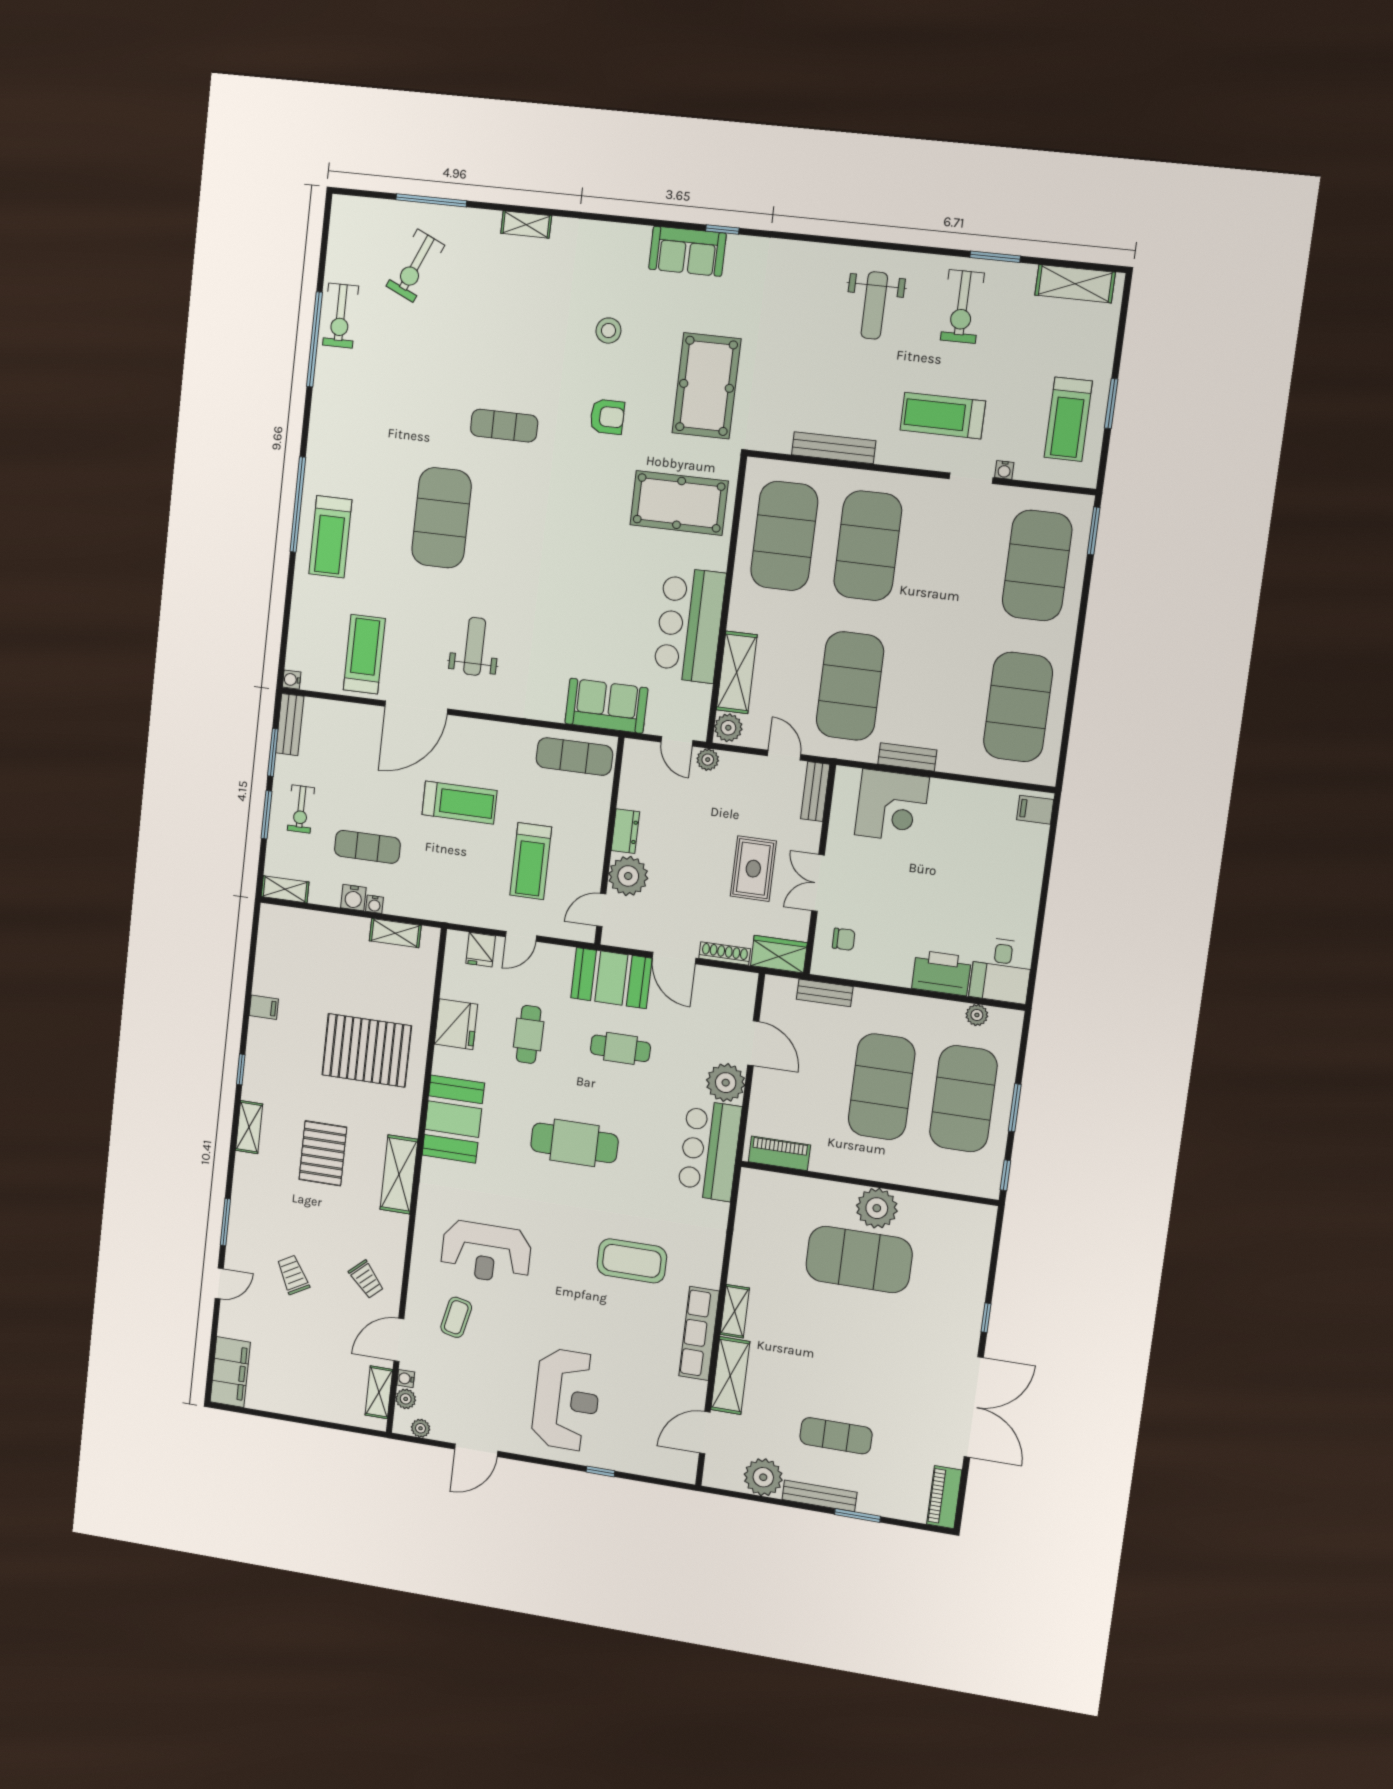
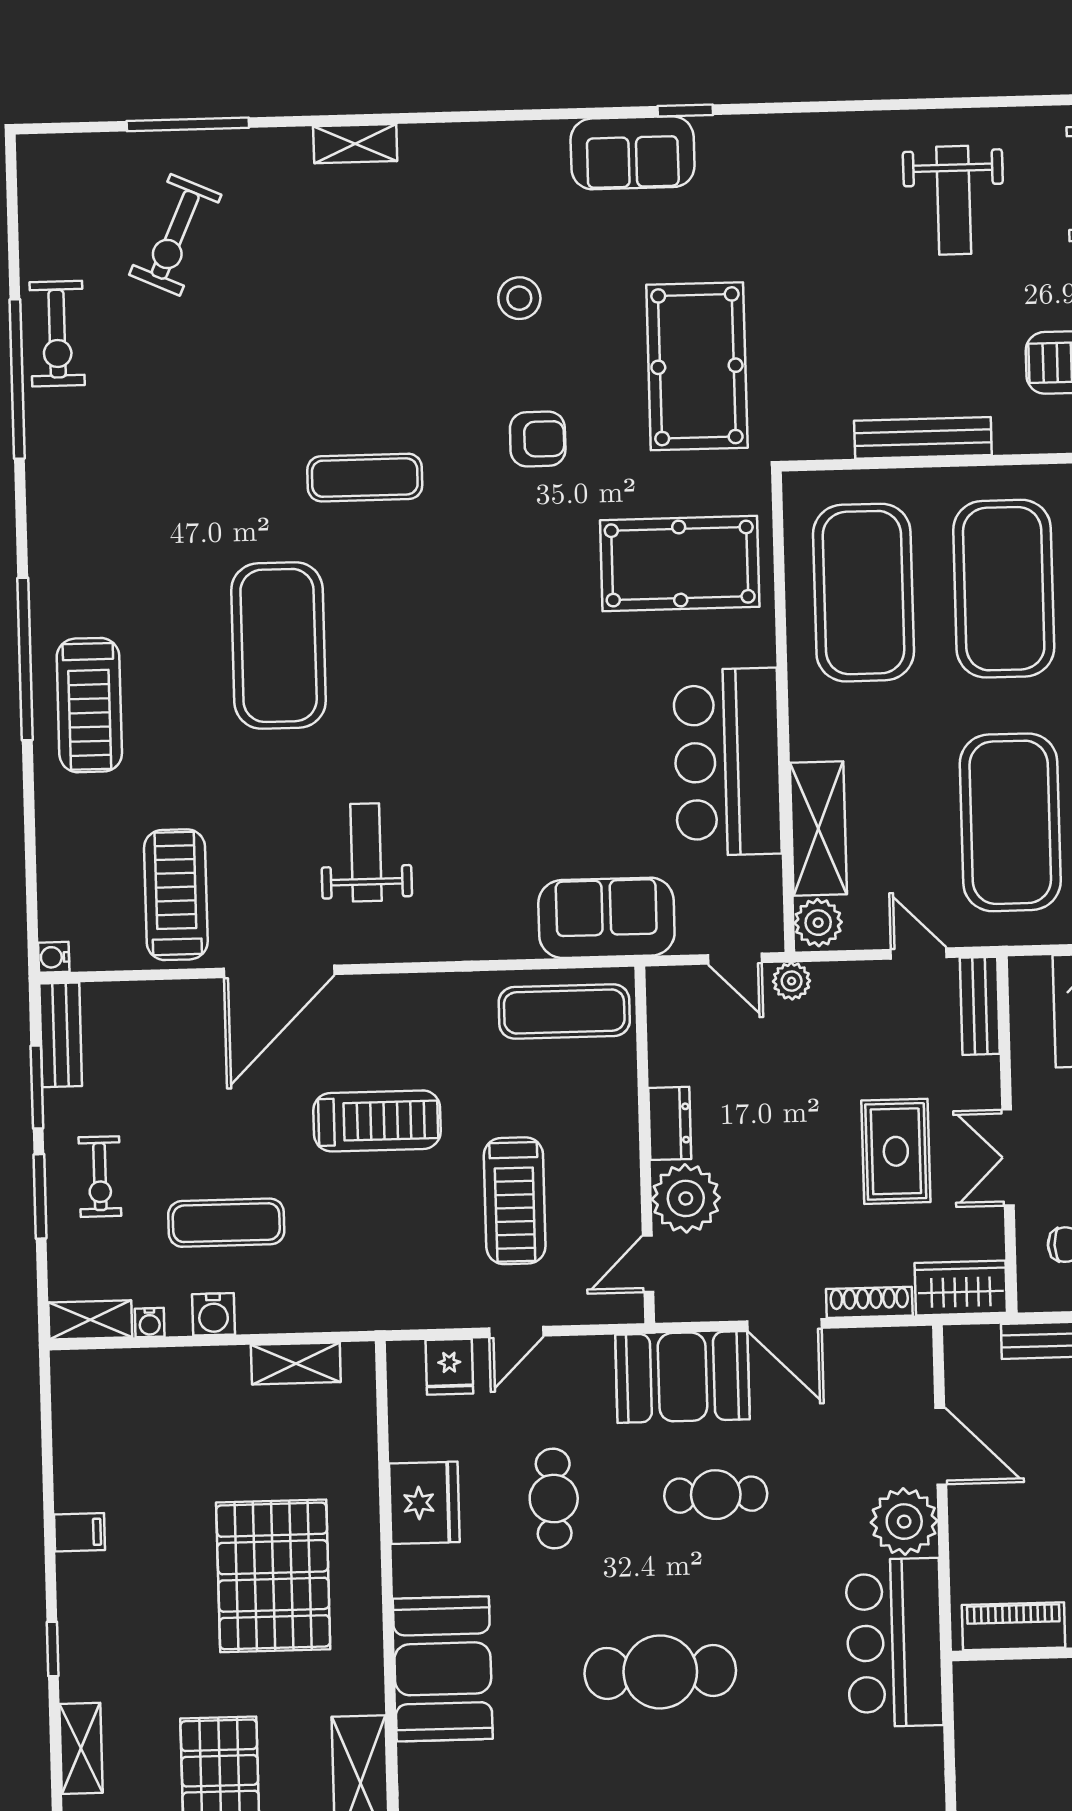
water cooler: (374, 904) -> (150, 1323), moved
pallet: (367, 1050) -> (273, 1576), turned 90

